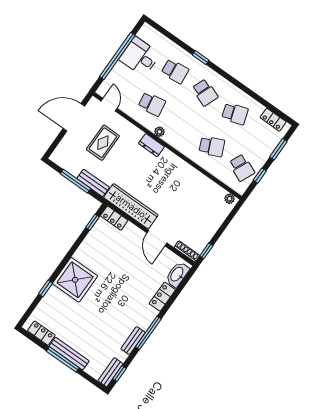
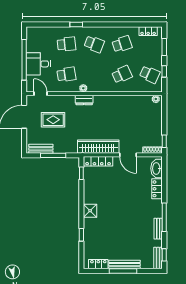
desk: (140, 57) -> (38, 64), moved
rug: (103, 143) -> (53, 120), turned 90
bench: (93, 183) -> (41, 149), moved
locker: (114, 218) -> (98, 161), width x1.53
shower: (75, 280) -> (90, 211), width x0.54, depth x0.54

